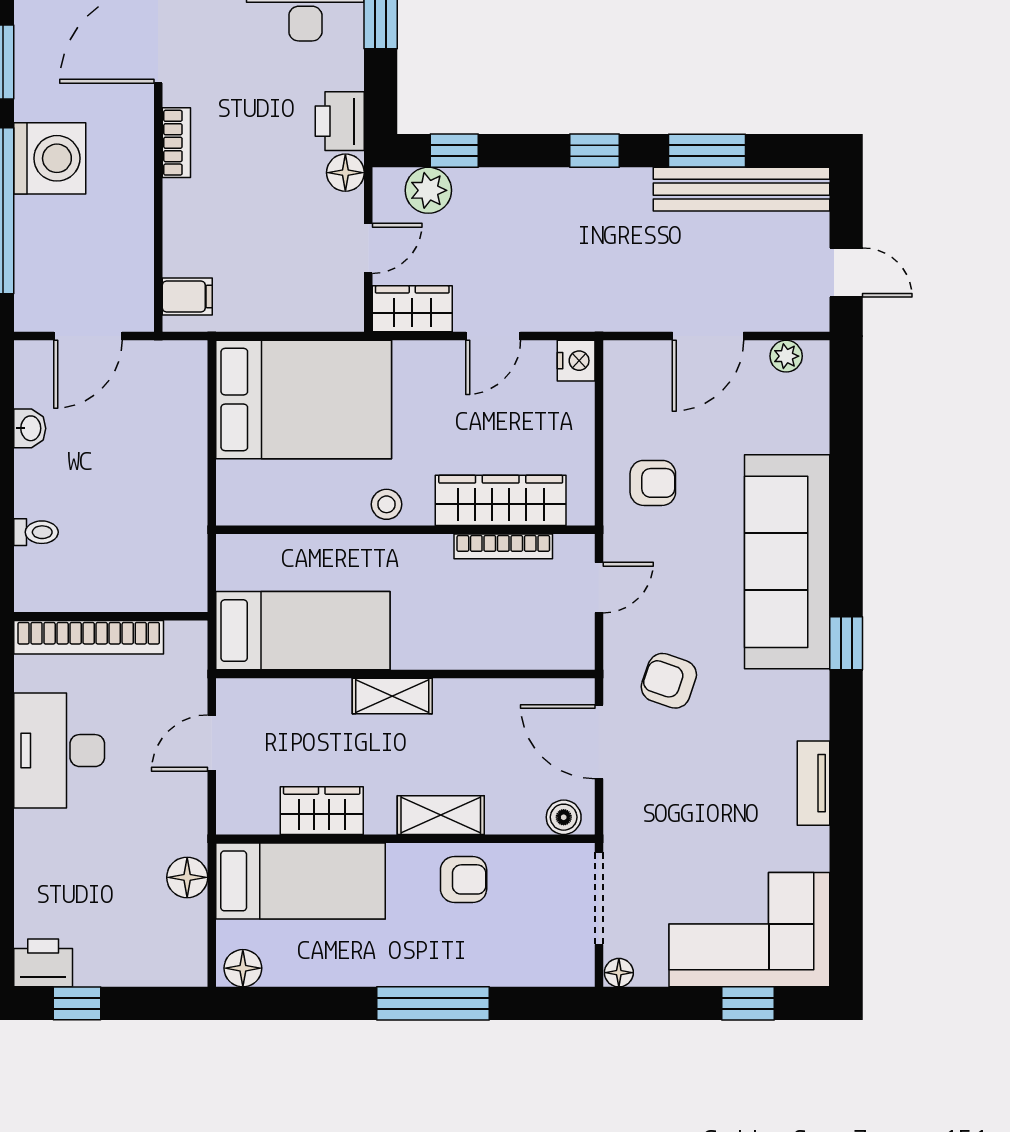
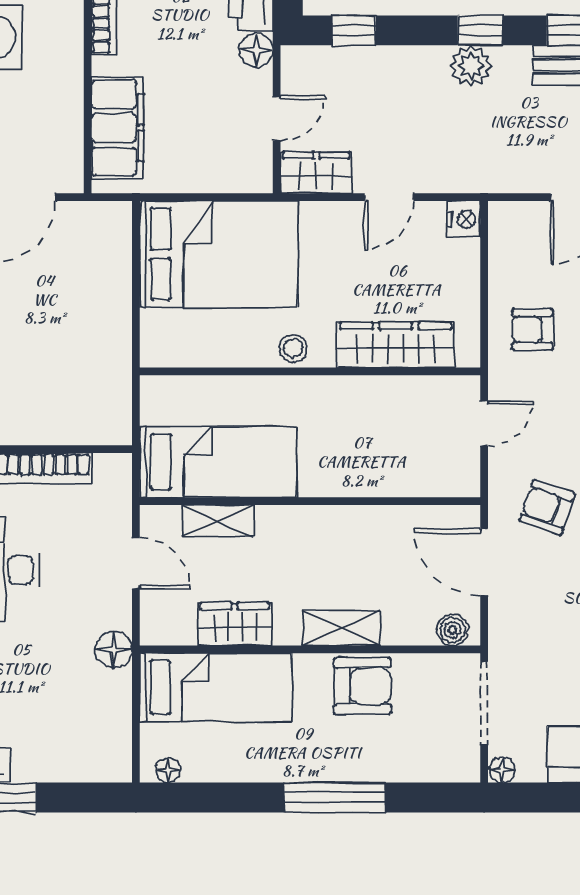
plant: (428, 190) -> (471, 66), moved
filing cabinet: (187, 297) -> (118, 128), width x3.00, depth x1.17
armchair: (653, 483) -> (533, 329), turned 180
bookcase: (503, 546) -> (398, 386), removed
shelving: (392, 696) -> (218, 521), moved
door: (212, 743) -> (136, 563), swing flipped
floor lamp: (187, 877) -> (114, 649), moved
armchair: (464, 879) -> (362, 686), width x1.38, depth x1.38
floor lamp: (243, 968) -> (168, 770), width x0.73, depth x0.73

